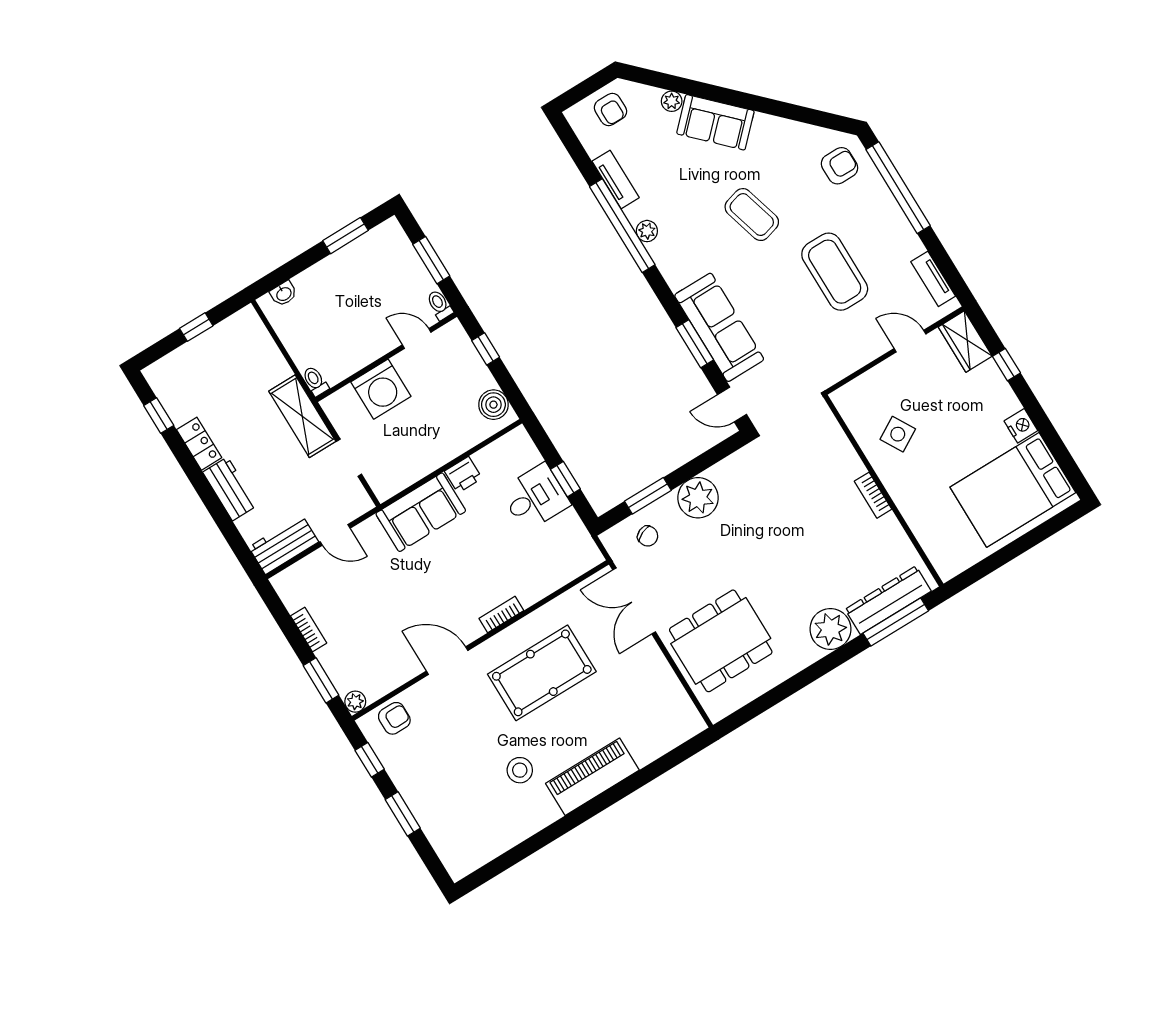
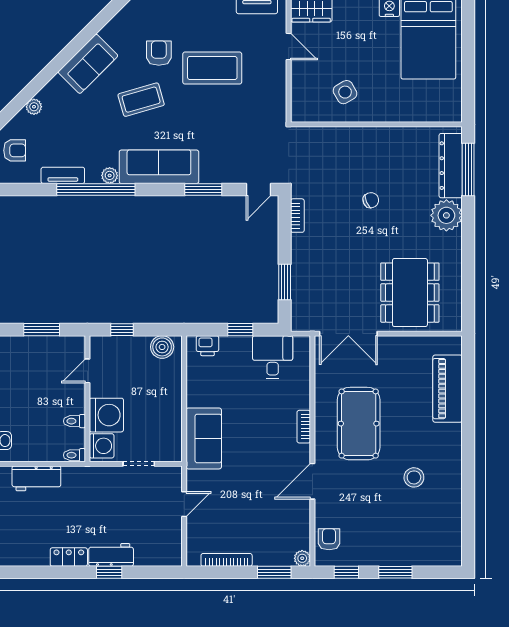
sofa: (715, 122) -> (88, 64), moved
armchair: (839, 166) -> (159, 53), moved
toilet: (440, 305) -> (74, 421), moved
sofa: (719, 327) -> (159, 167), moved
door: (910, 341) -> (289, 46), swing flipped
washing machine: (344, 405) -> (102, 446), added
window: (159, 416) -> (109, 572), moved
shelving: (302, 416) -> (92, 478), removed
printer: (463, 475) -> (207, 346), moved, turned 90
bookcase: (873, 495) -> (297, 216), moved, turned -90
desk: (535, 497) -> (273, 357), moved
plant: (698, 498) -> (306, 250), removed
chair: (648, 536) -> (371, 200), moved
workbench: (284, 545) -> (36, 478), moved, turned -90
bookcase: (309, 629) -> (227, 560), width x1.56
piano: (592, 777) -> (448, 389), moved

